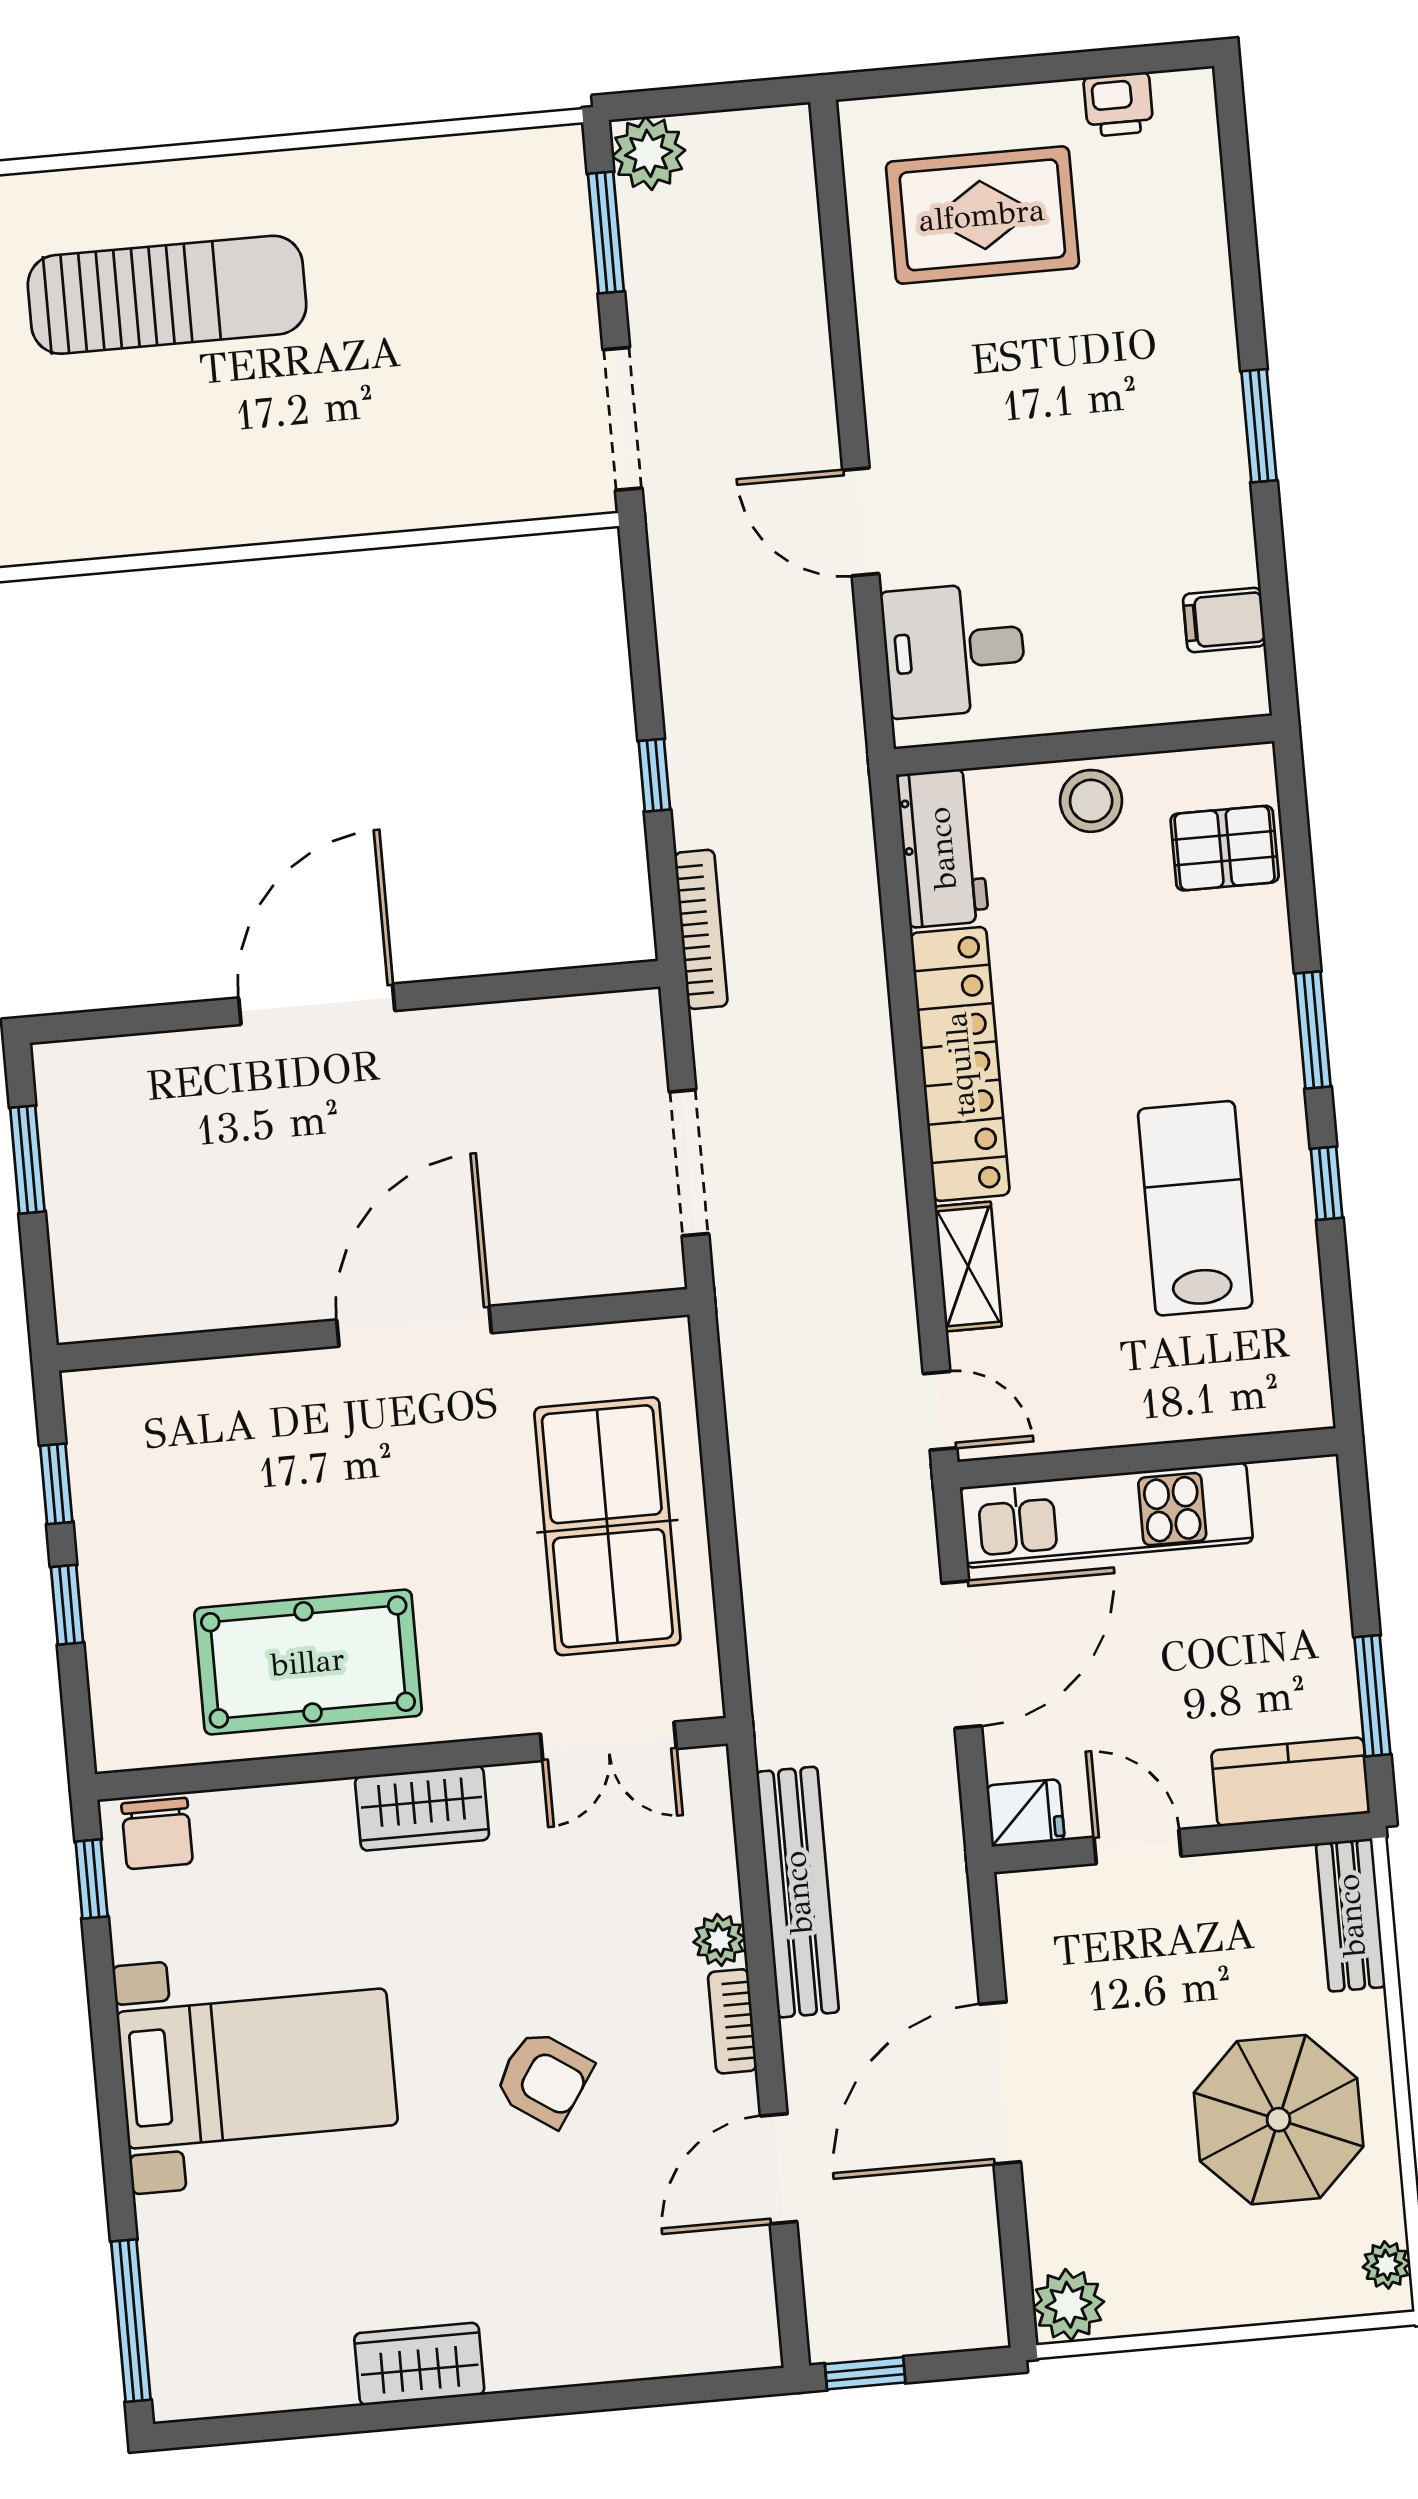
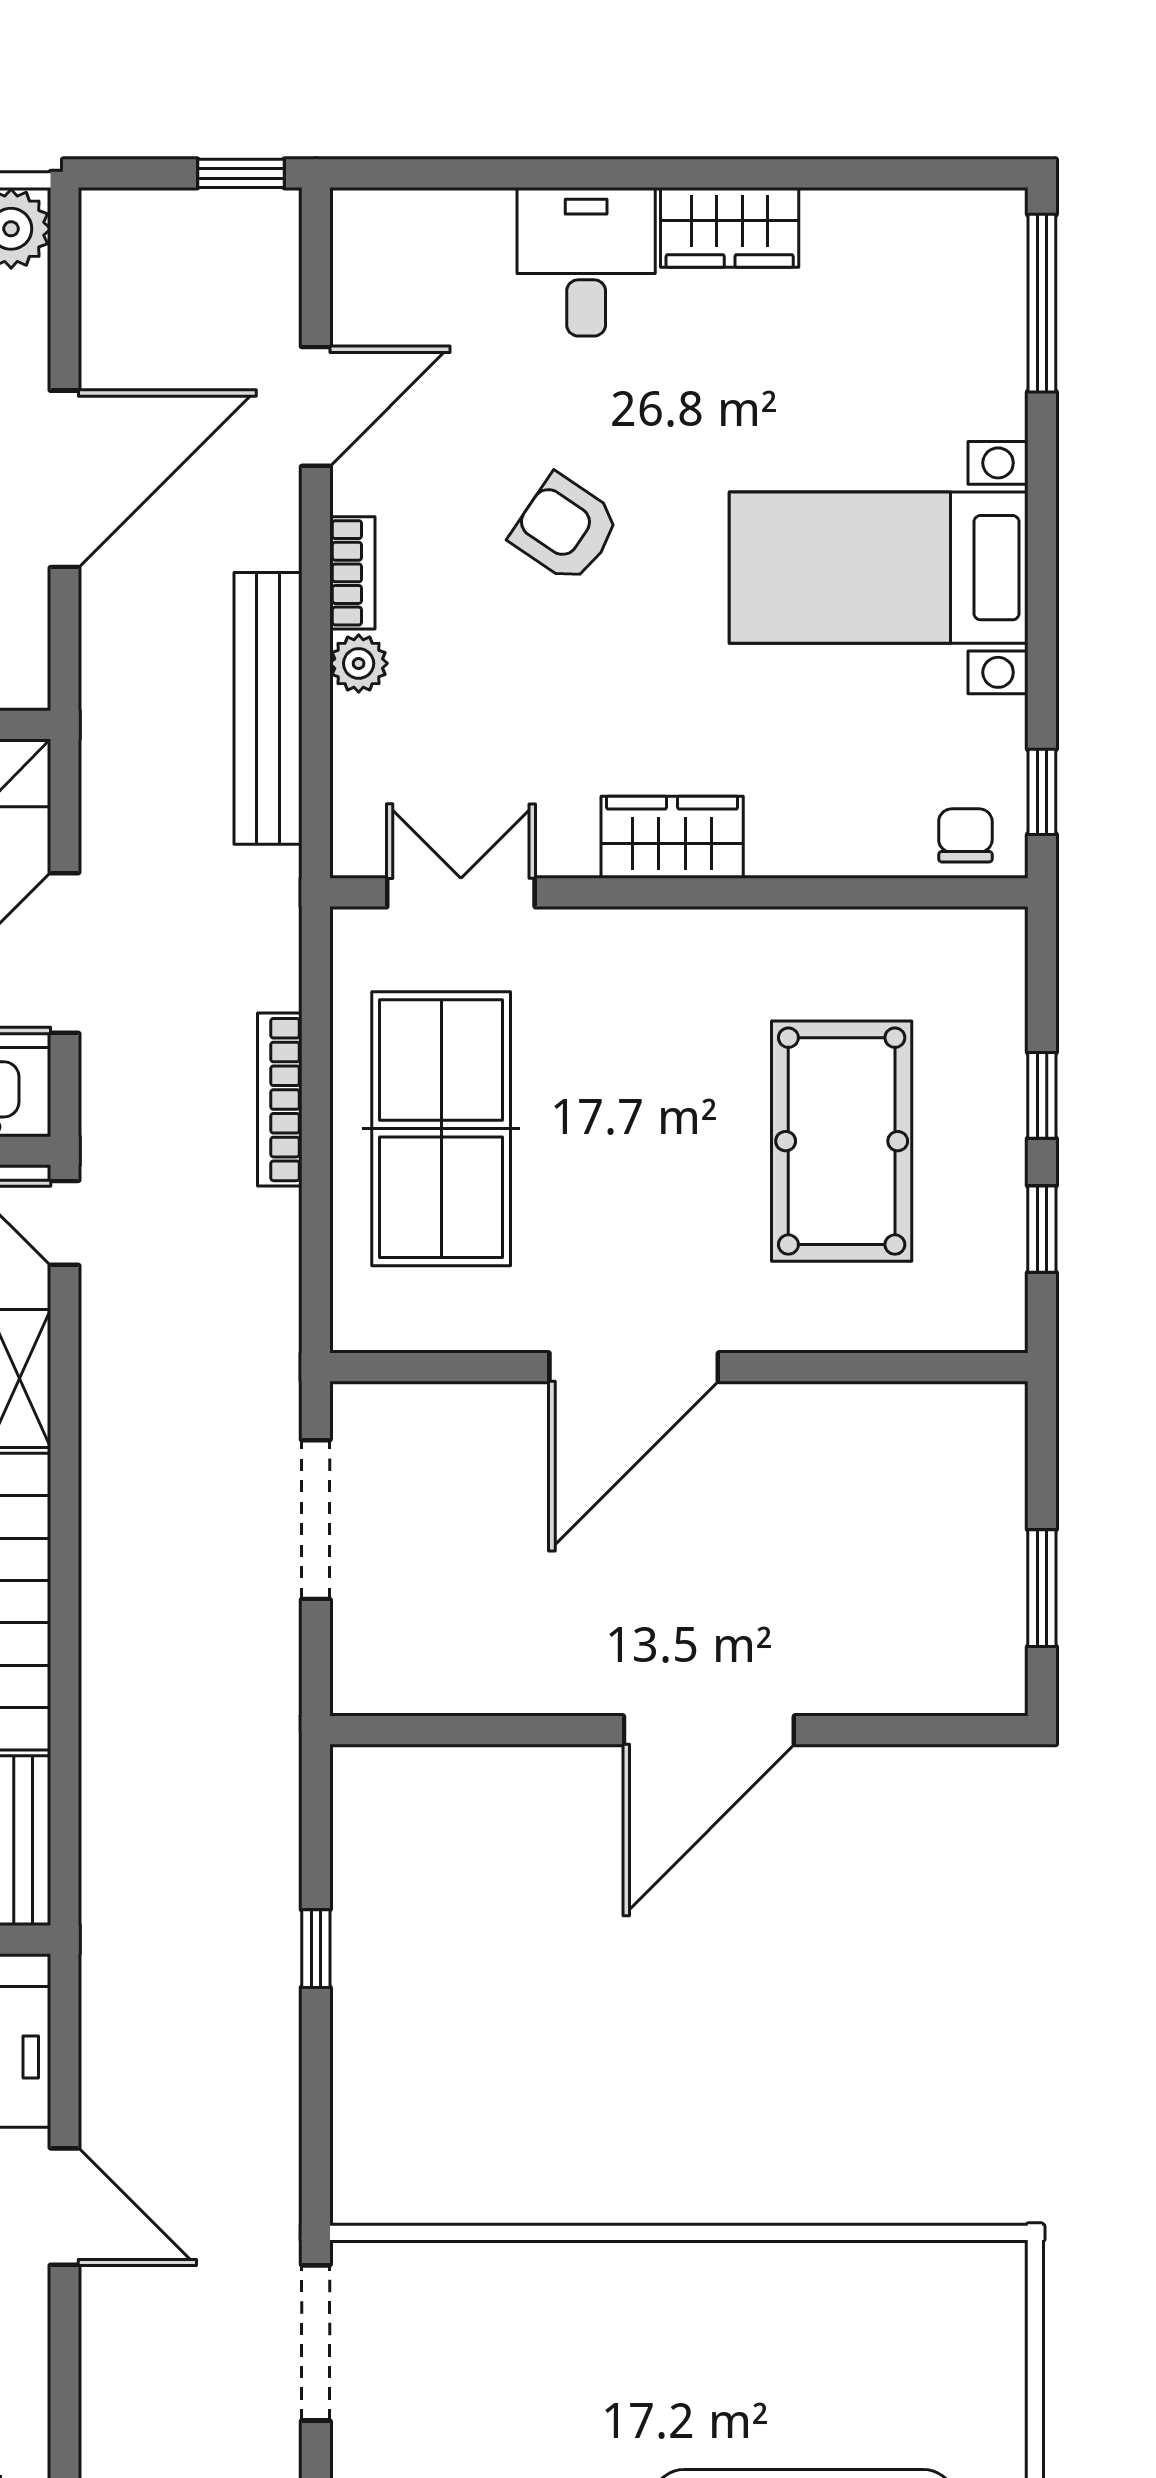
bookcase: (701, 929) -> (280, 1100), moved
pool table: (308, 1662) -> (842, 1141), moved, turned 90
chair: (157, 1834) -> (965, 835), width x0.73, depth x0.73
desk: (546, 2321) -> (586, 262), added

